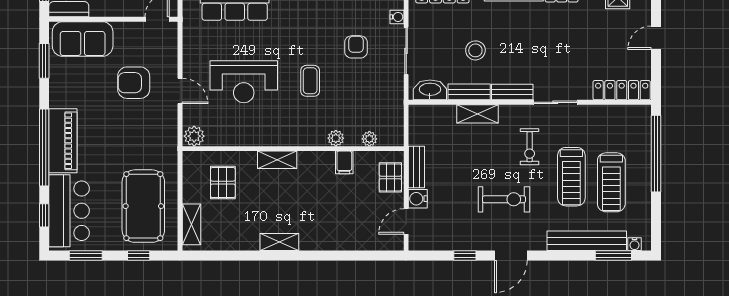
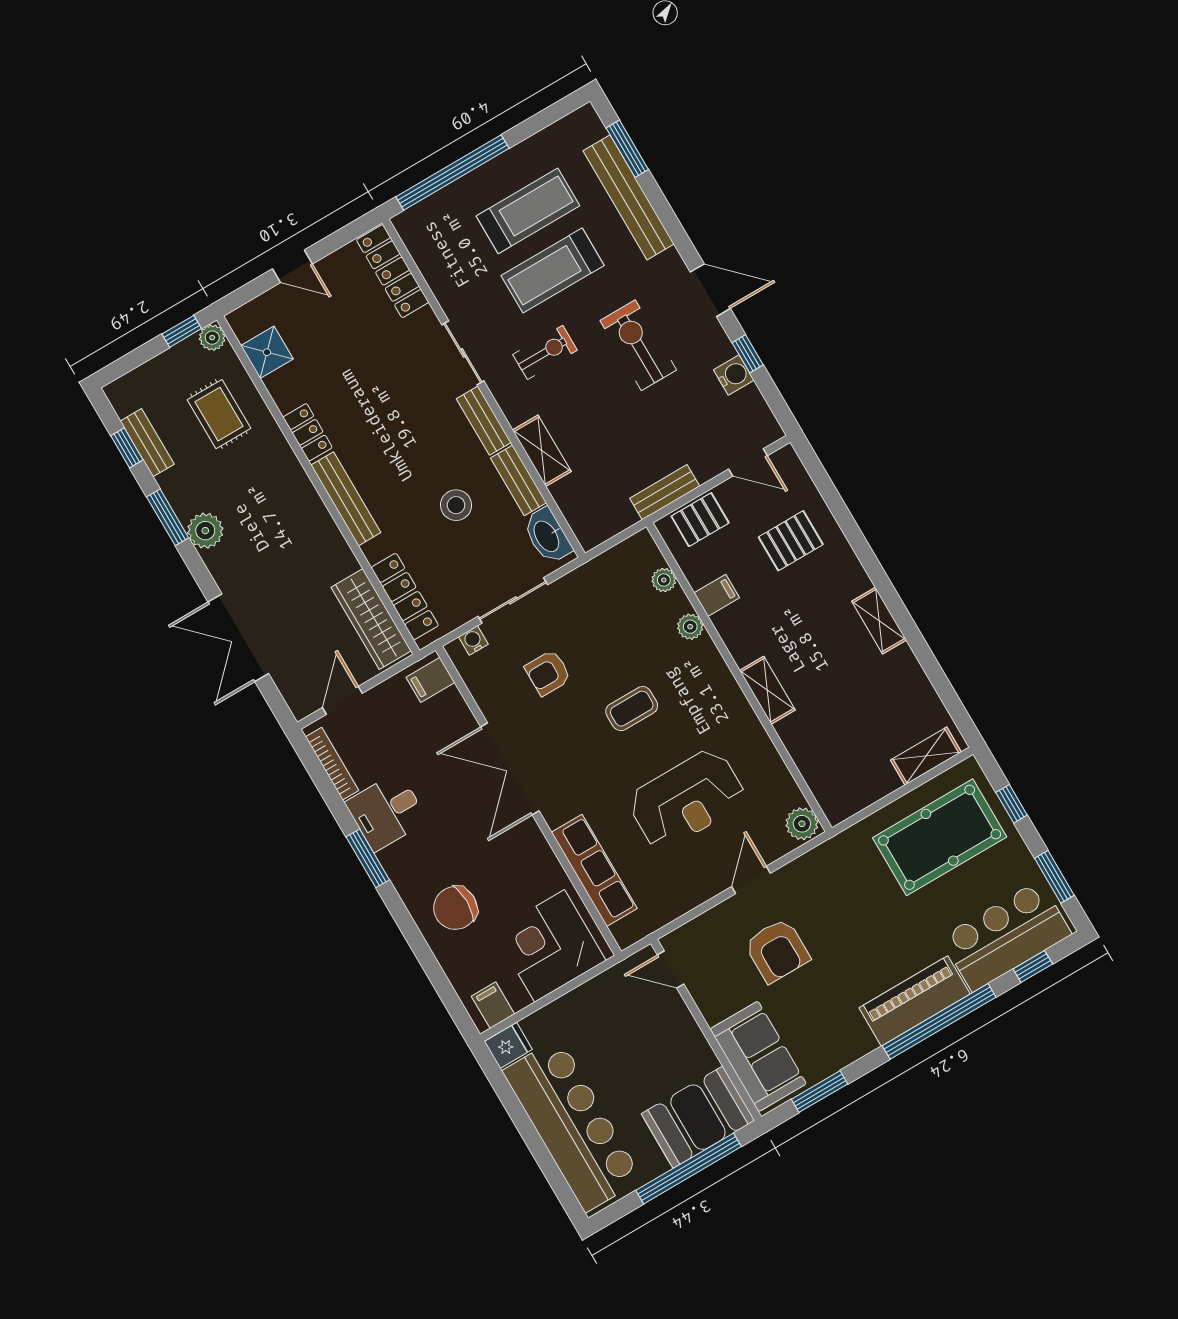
reception desk: (244, 82) -> (687, 799), turned 90
treadmill: (571, 177) -> (553, 270), turned 180
pallet: (223, 183) -> (791, 541), moved
water cooler: (418, 199) -> (734, 375), moved, turned -90
water cooler: (634, 244) -> (595, 129), removed

